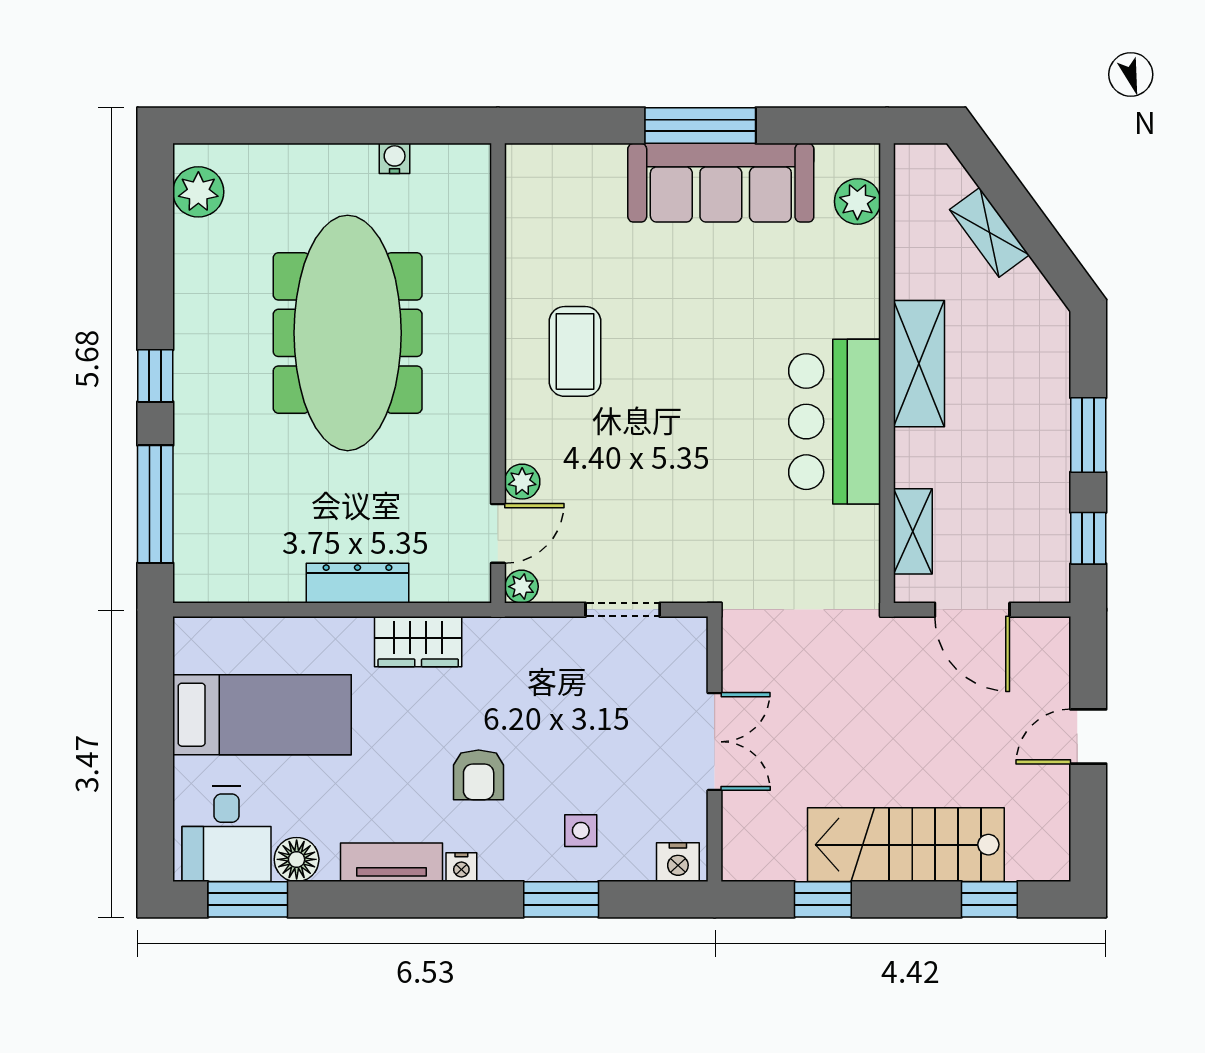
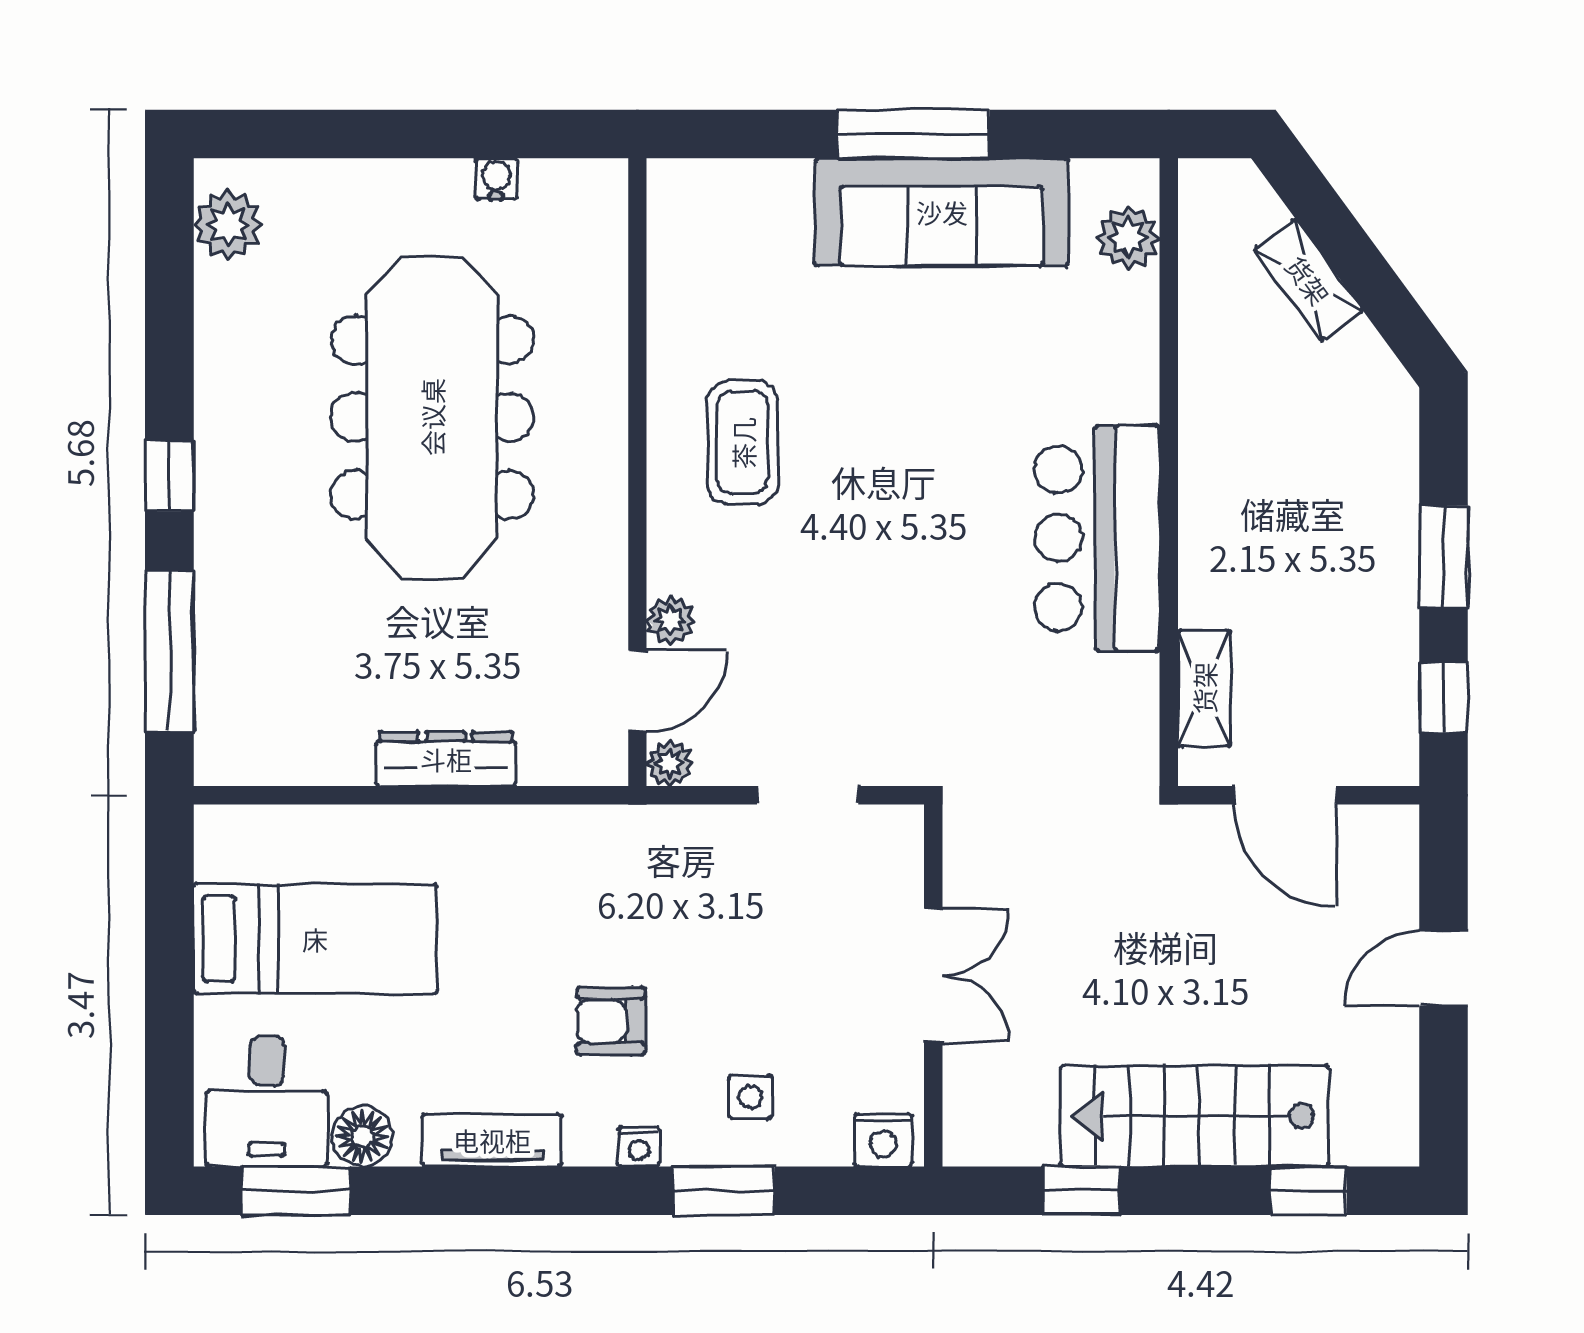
shelving: (919, 364) -> (1212, 459), removed
wardrobe: (418, 642) -> (528, 839), removed
armchair: (479, 775) -> (611, 1021), turned 90
nightstand: (461, 867) -> (639, 1147), moved

